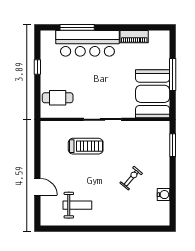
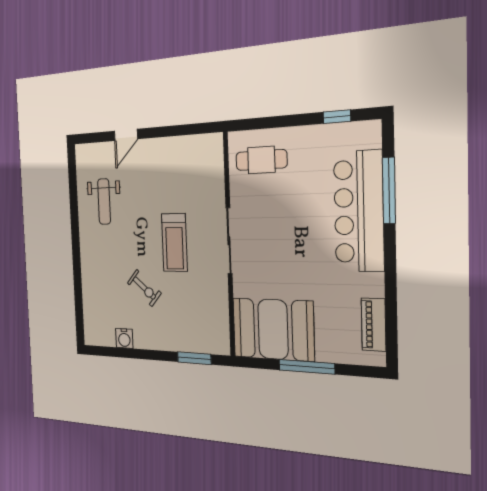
piano: (134, 37) -> (374, 325), moved
window: (37, 67) -> (337, 117), moved
cafe table: (58, 98) -> (261, 160), turned 90
treadmill: (86, 146) -> (174, 242), moved

